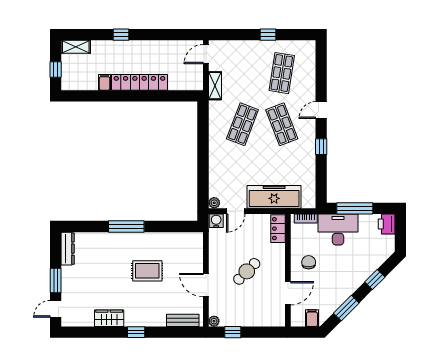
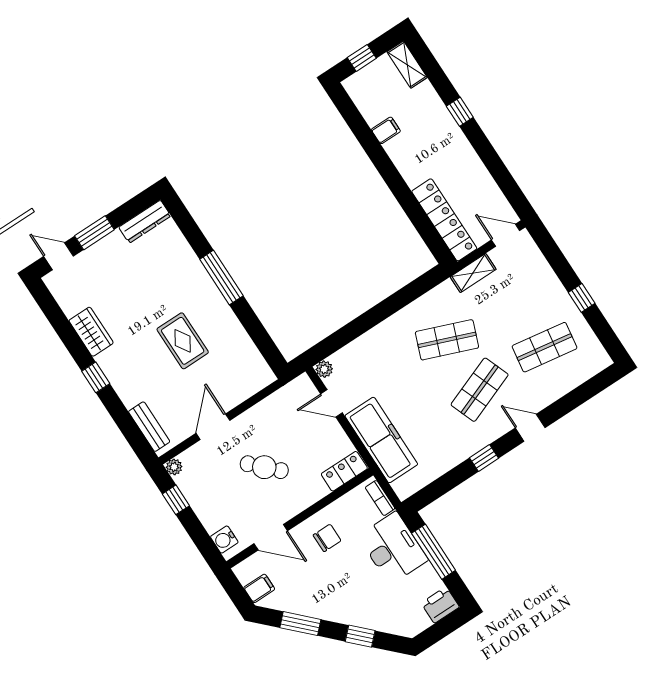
locker: (139, 82) -> (444, 220), moved
water cooler: (216, 221) -> (224, 539), moved, turned 180

